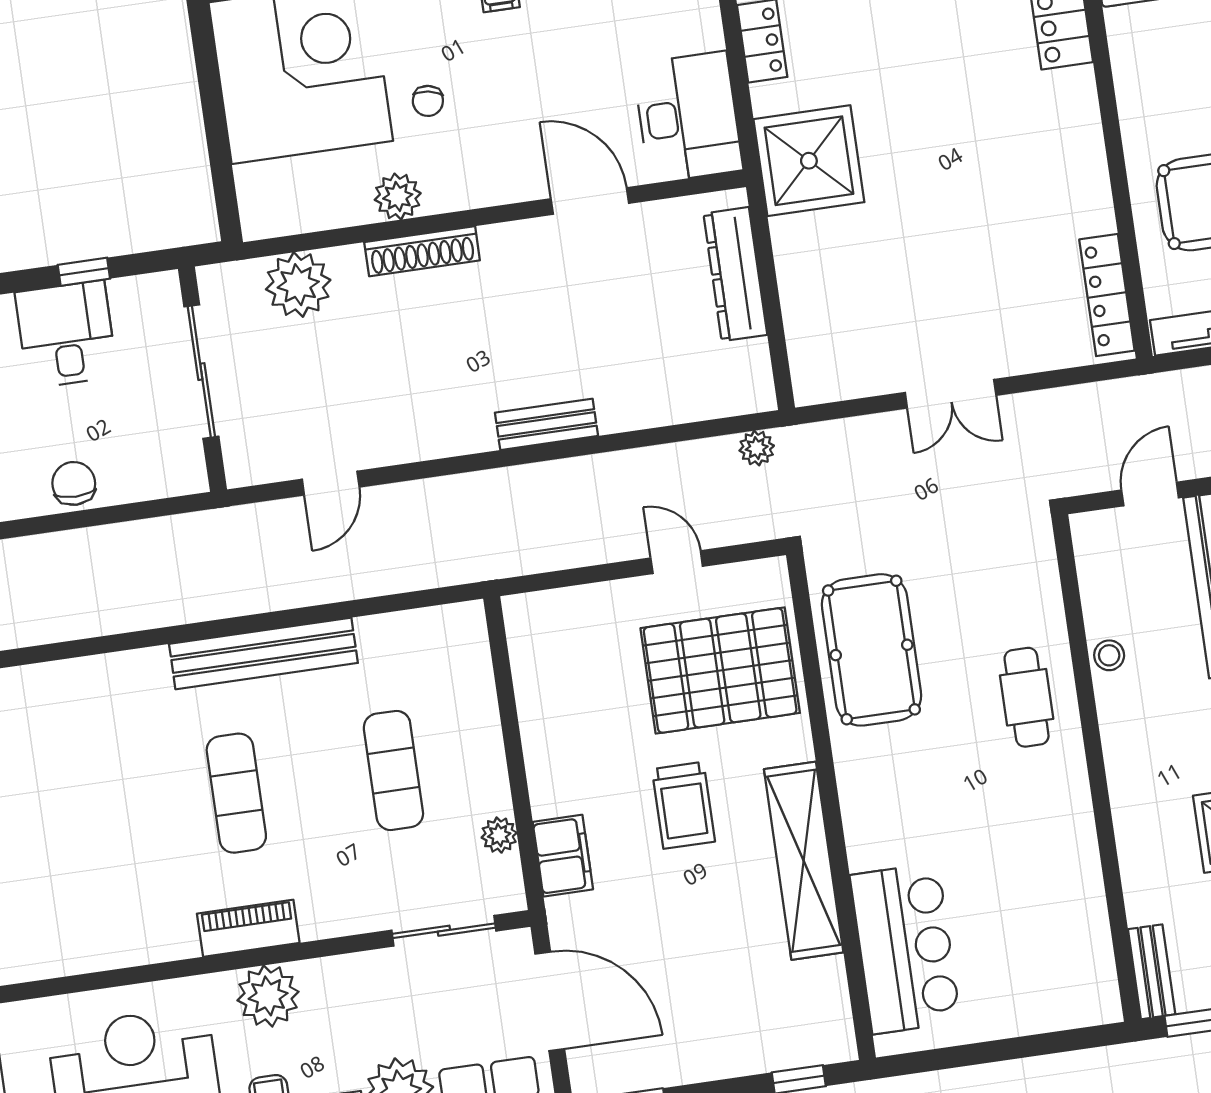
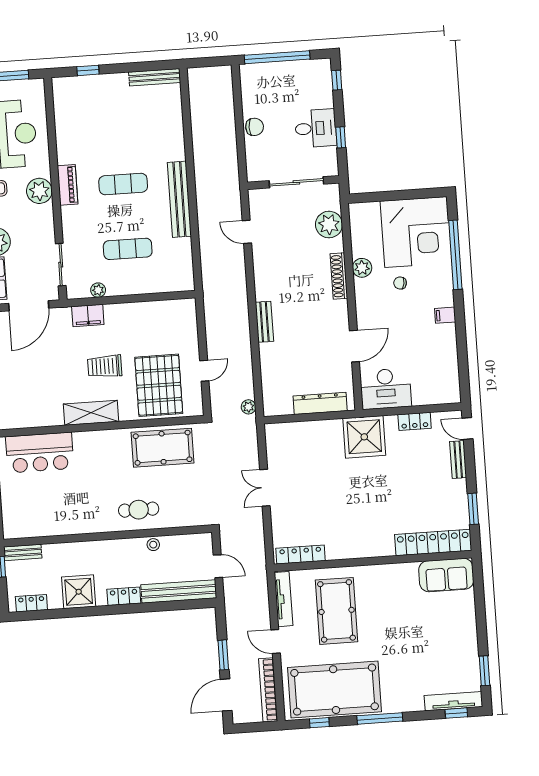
shelving: (804, 861) -> (91, 413), width x0.68

